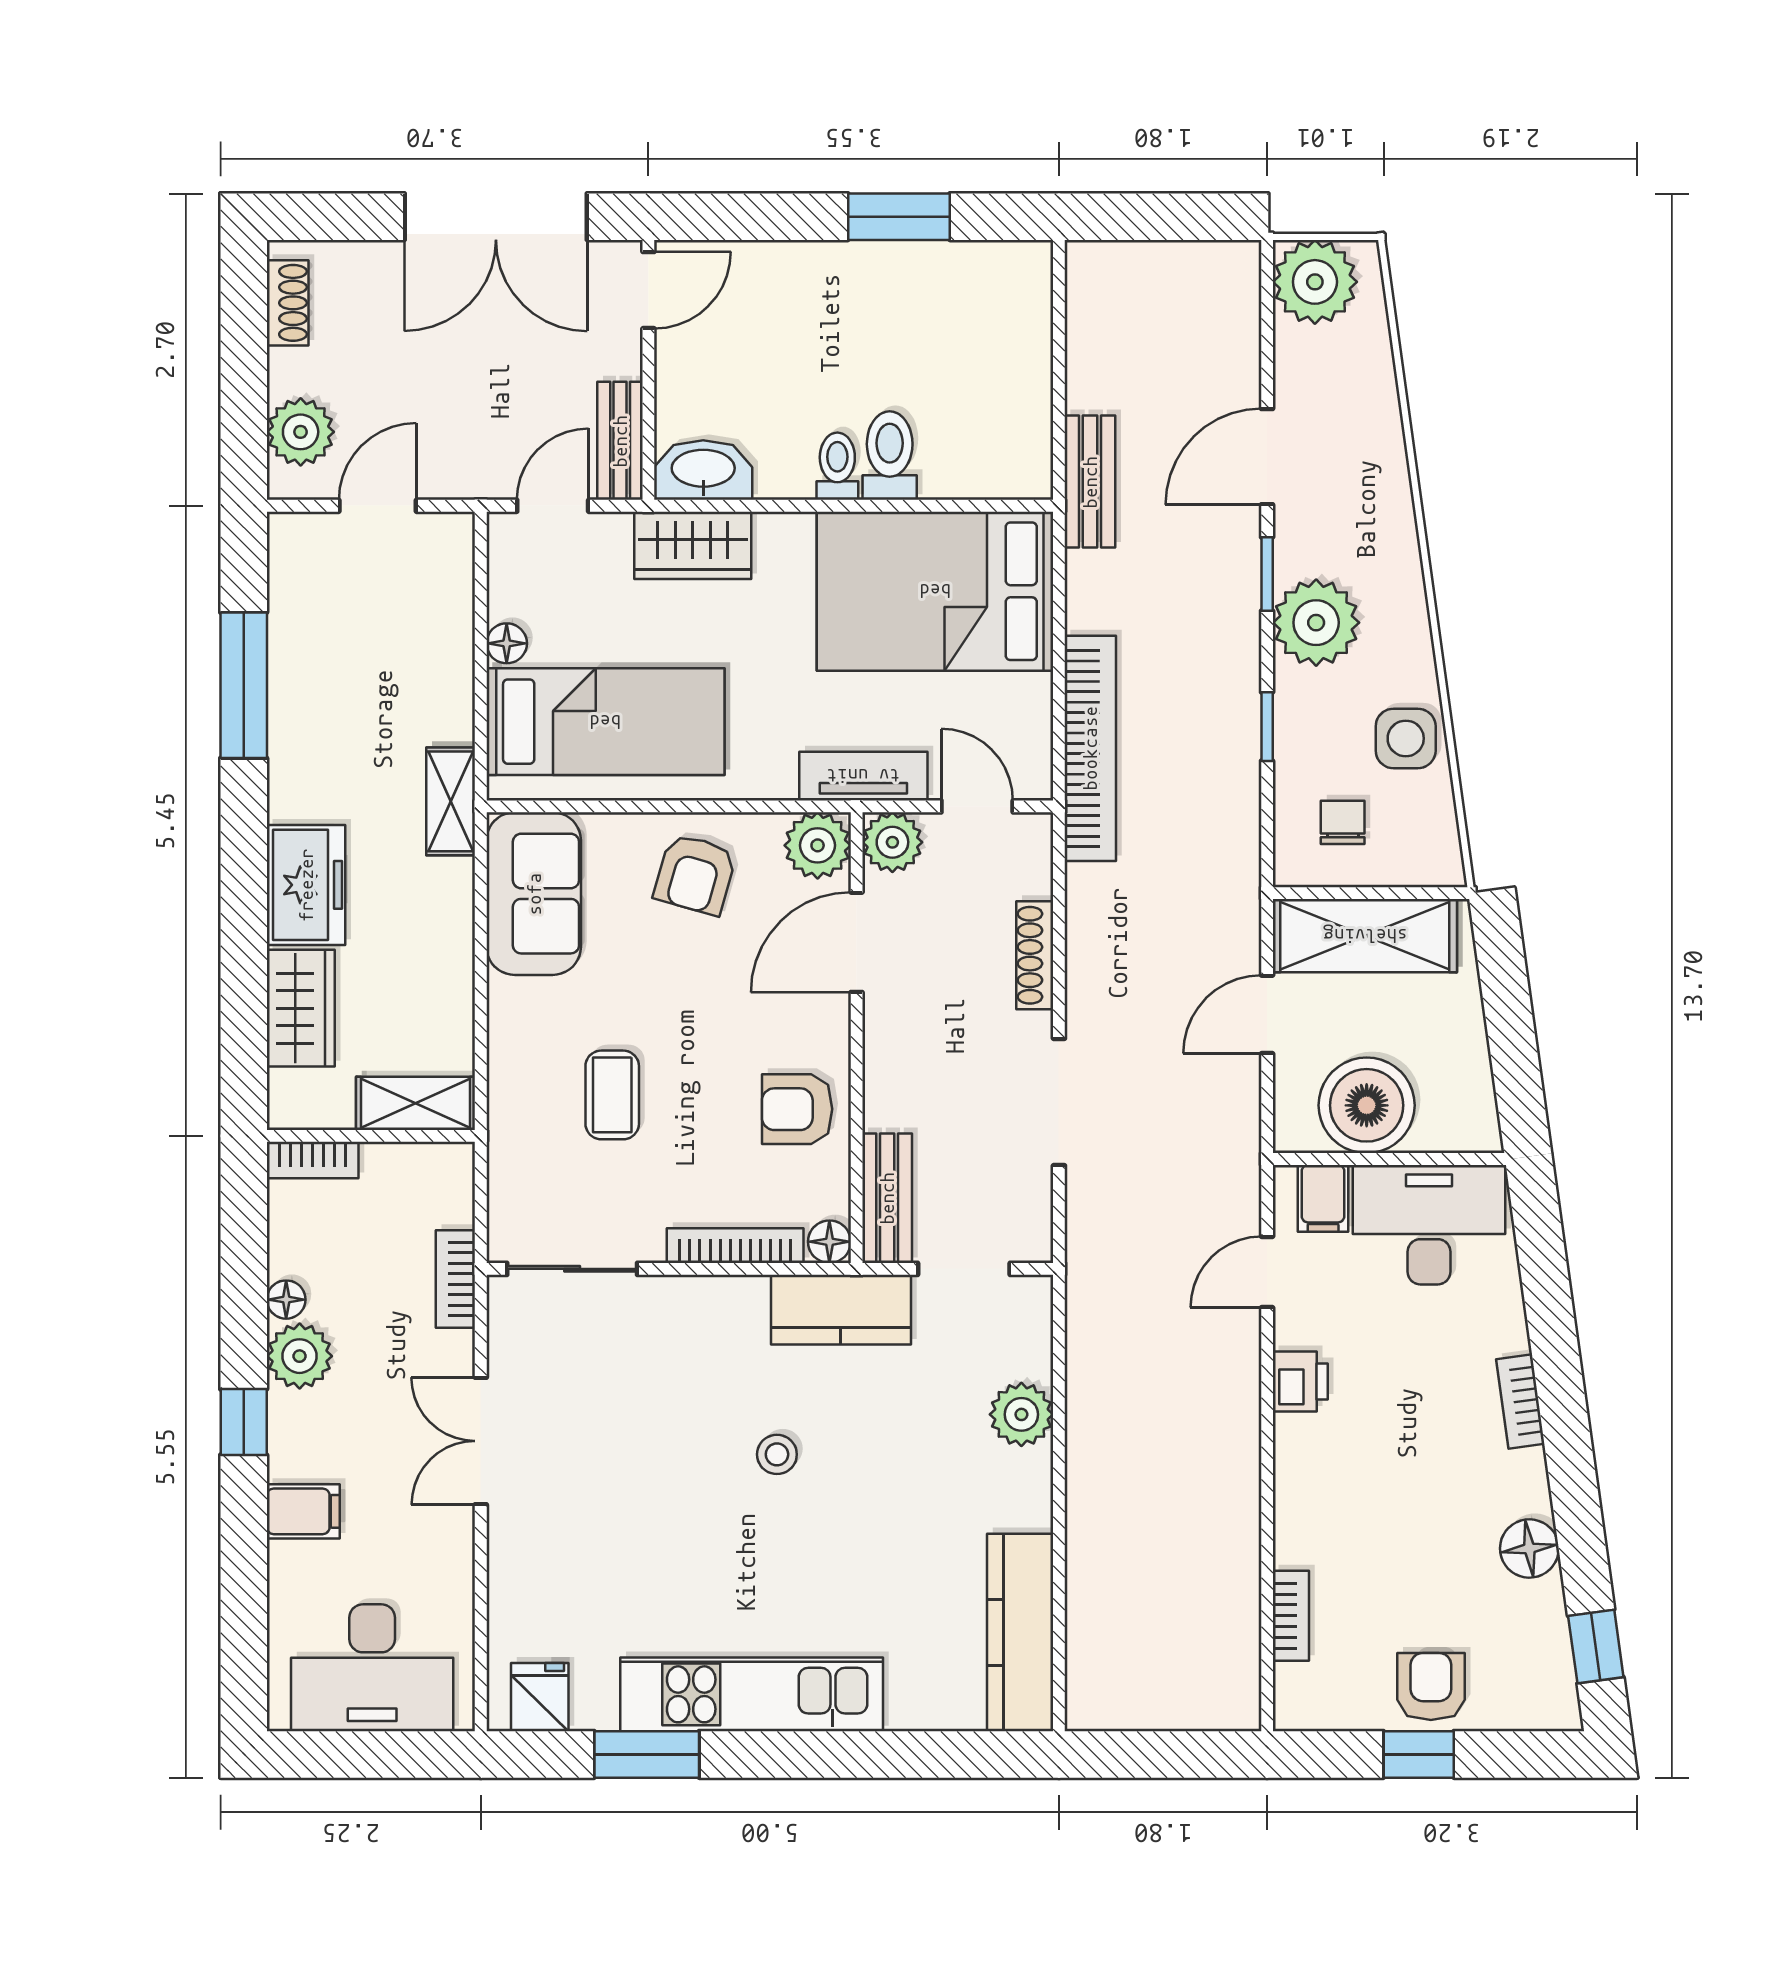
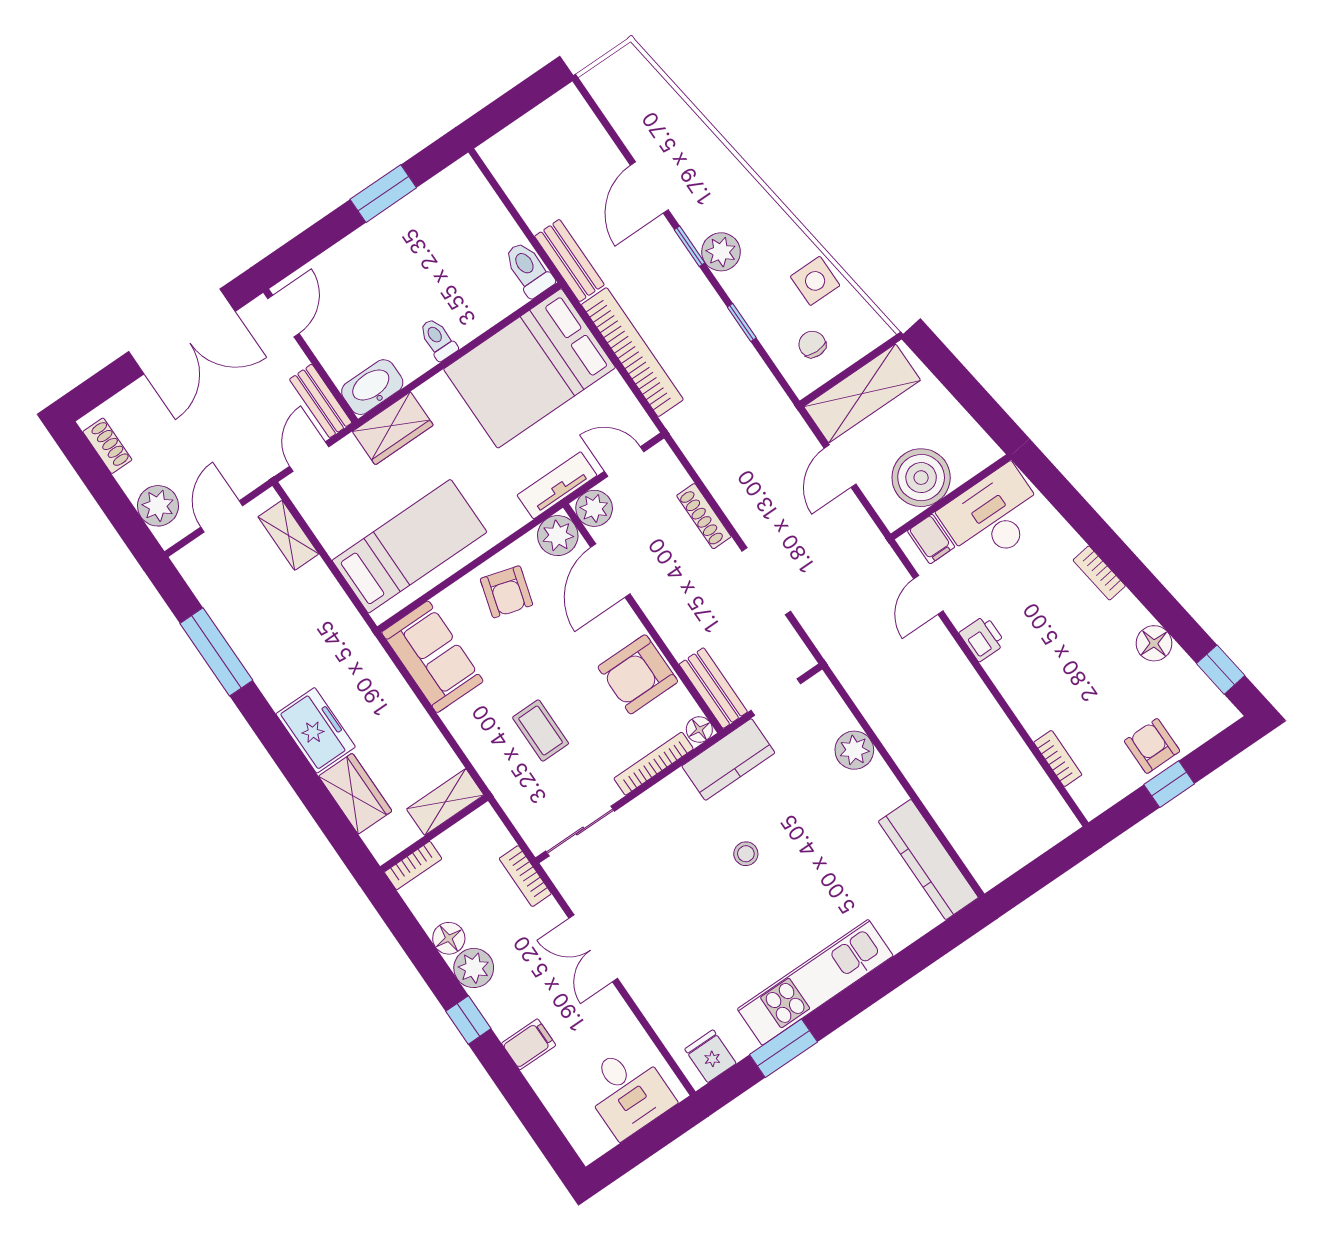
plant: (1315, 282) -> (614, 84), removed
toilet: (890, 456) -> (529, 269), moved
plant: (1316, 623) -> (721, 252), width x0.73, depth x0.73
floor lamp: (507, 643) -> (333, 541), removed
bookcase: (1090, 748) -> (632, 352), moved
shelving: (451, 801) -> (288, 535), moved
armchair: (797, 1109) -> (638, 674), width x1.38, depth x1.38
floor lamp: (286, 1300) -> (449, 938), width x1.37, depth x1.37
desk: (372, 1668) -> (628, 1091), width x0.73

